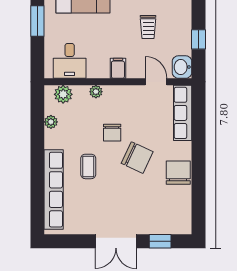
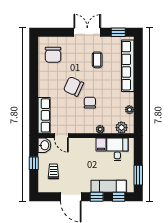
trolley: (148, 27) -> (53, 171), moved
filing cabinet: (118, 68) -> (101, 144), moved
coffee table: (88, 166) -> (97, 60), moved
chair: (178, 173) -> (53, 55), moved
window: (160, 241) -> (118, 32), moved

